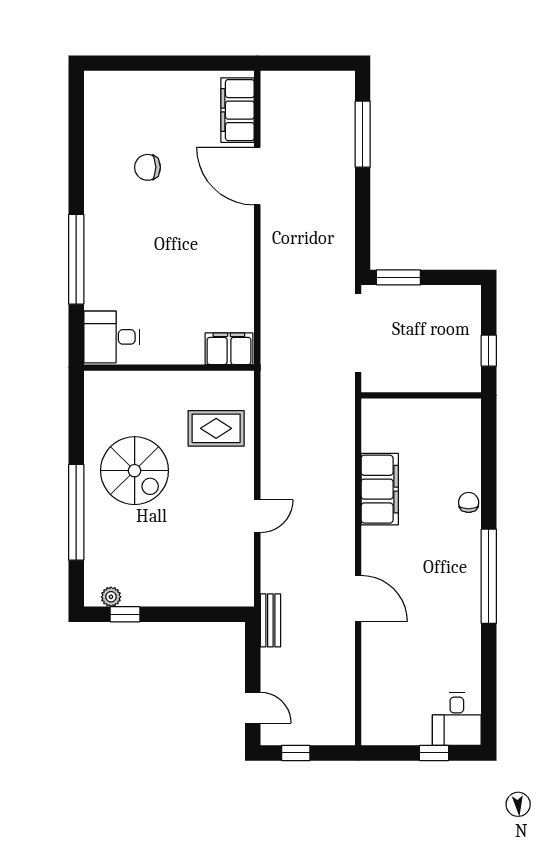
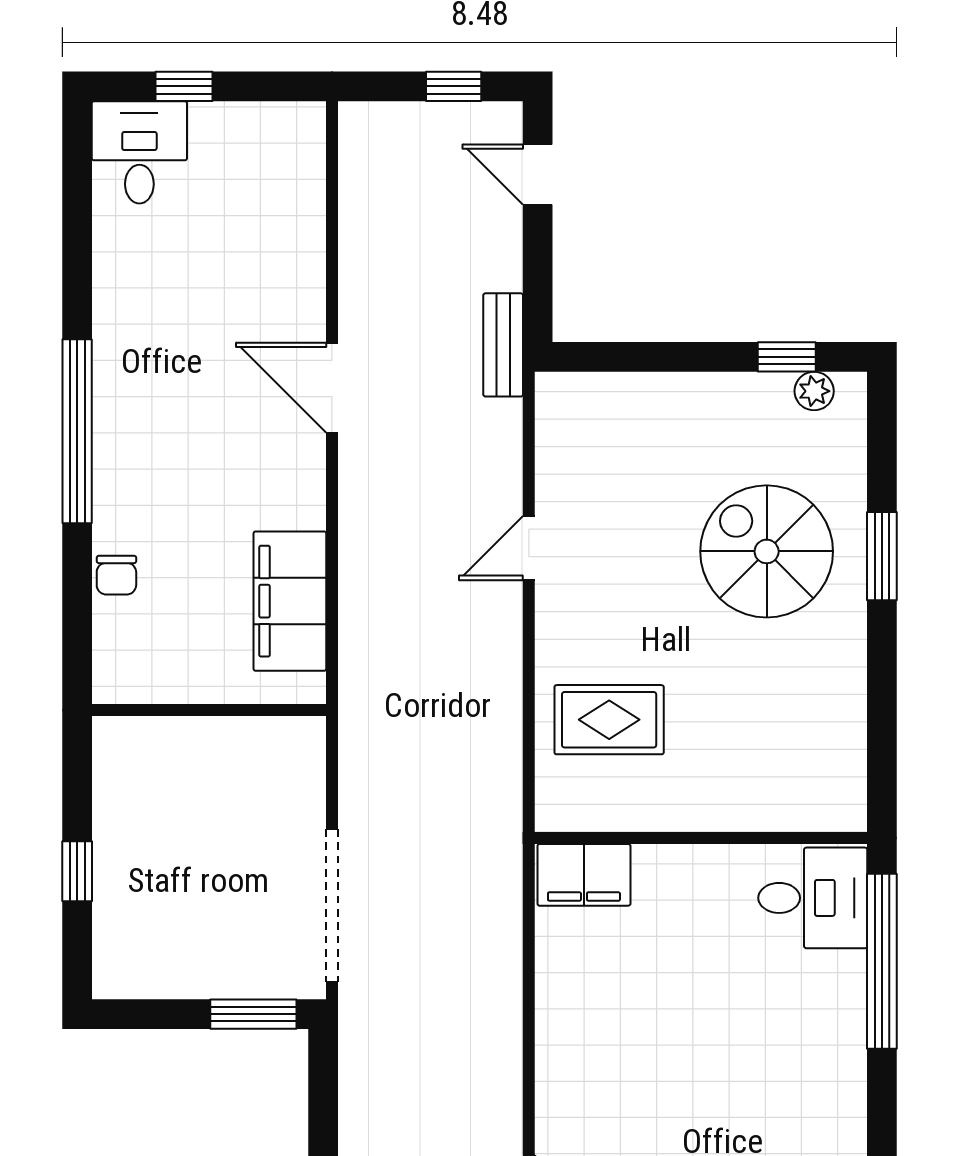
window: (76, 259) -> (882, 961), moved
wall: (421, 395) -> (209, 710), moved
spiral stairs: (135, 471) -> (767, 551), moved
window: (76, 512) -> (882, 556), width x0.47

